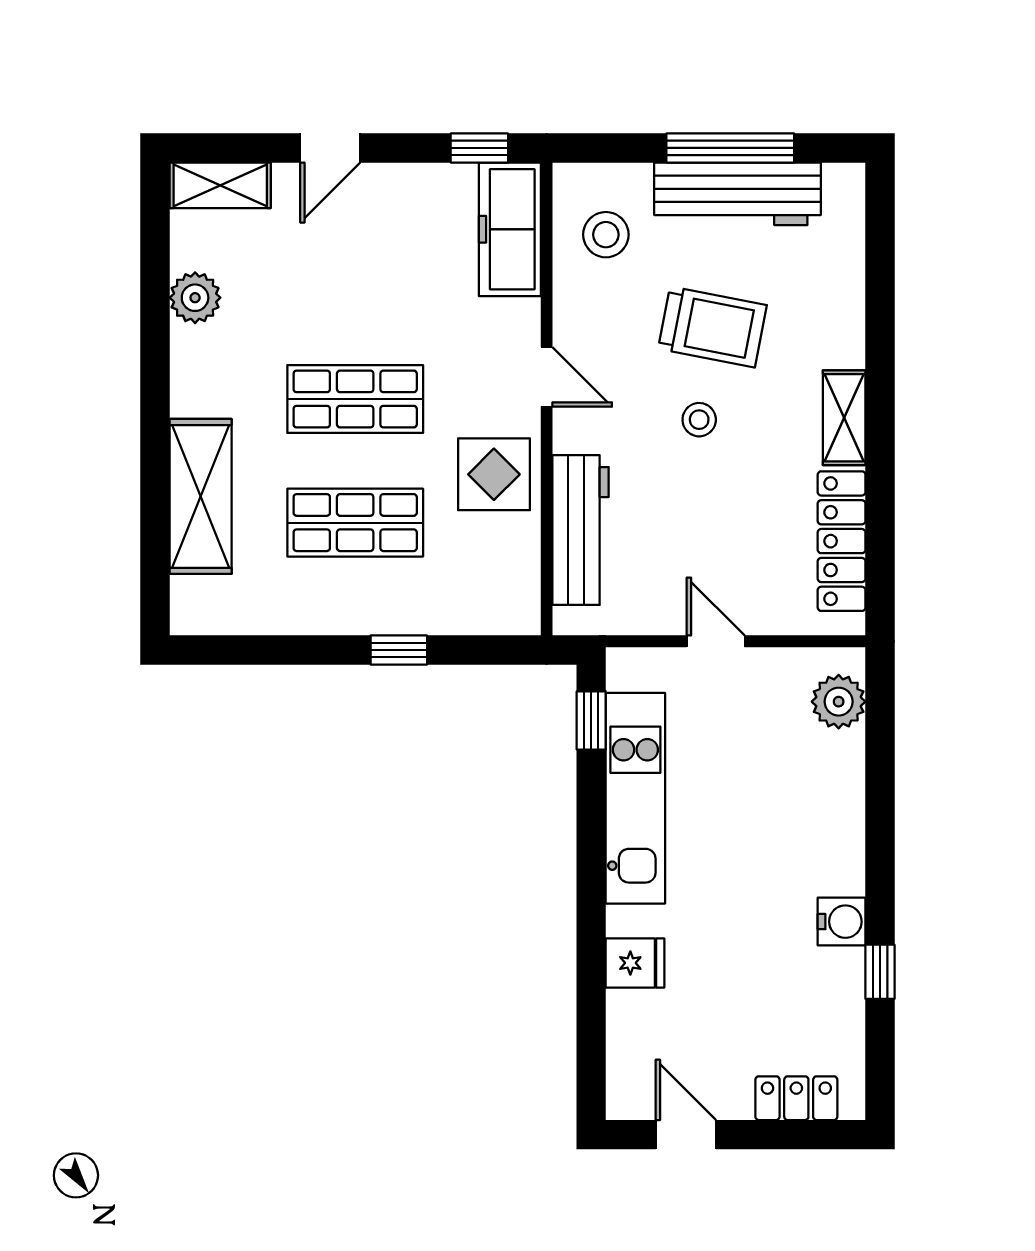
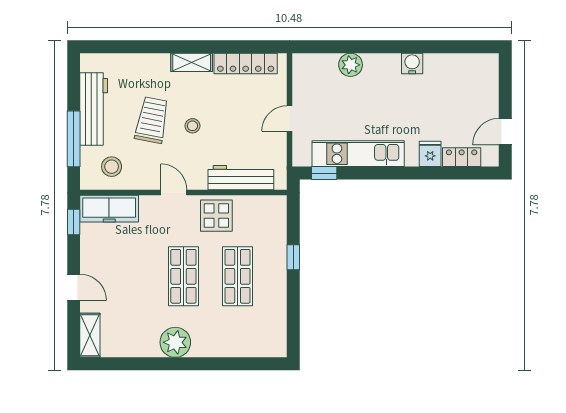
window: (730, 148) -> (74, 139), moved
plant: (195, 298) -> (175, 342), moved, width x1.36, depth x1.36
door: (547, 377) -> (174, 193), hinge flipped
shelving: (201, 496) -> (226, 344), removed
plant: (839, 702) -> (351, 65), moved
window: (880, 972) -> (434, 47), removed
locker: (796, 1098) -> (462, 157), moved, turned 90

